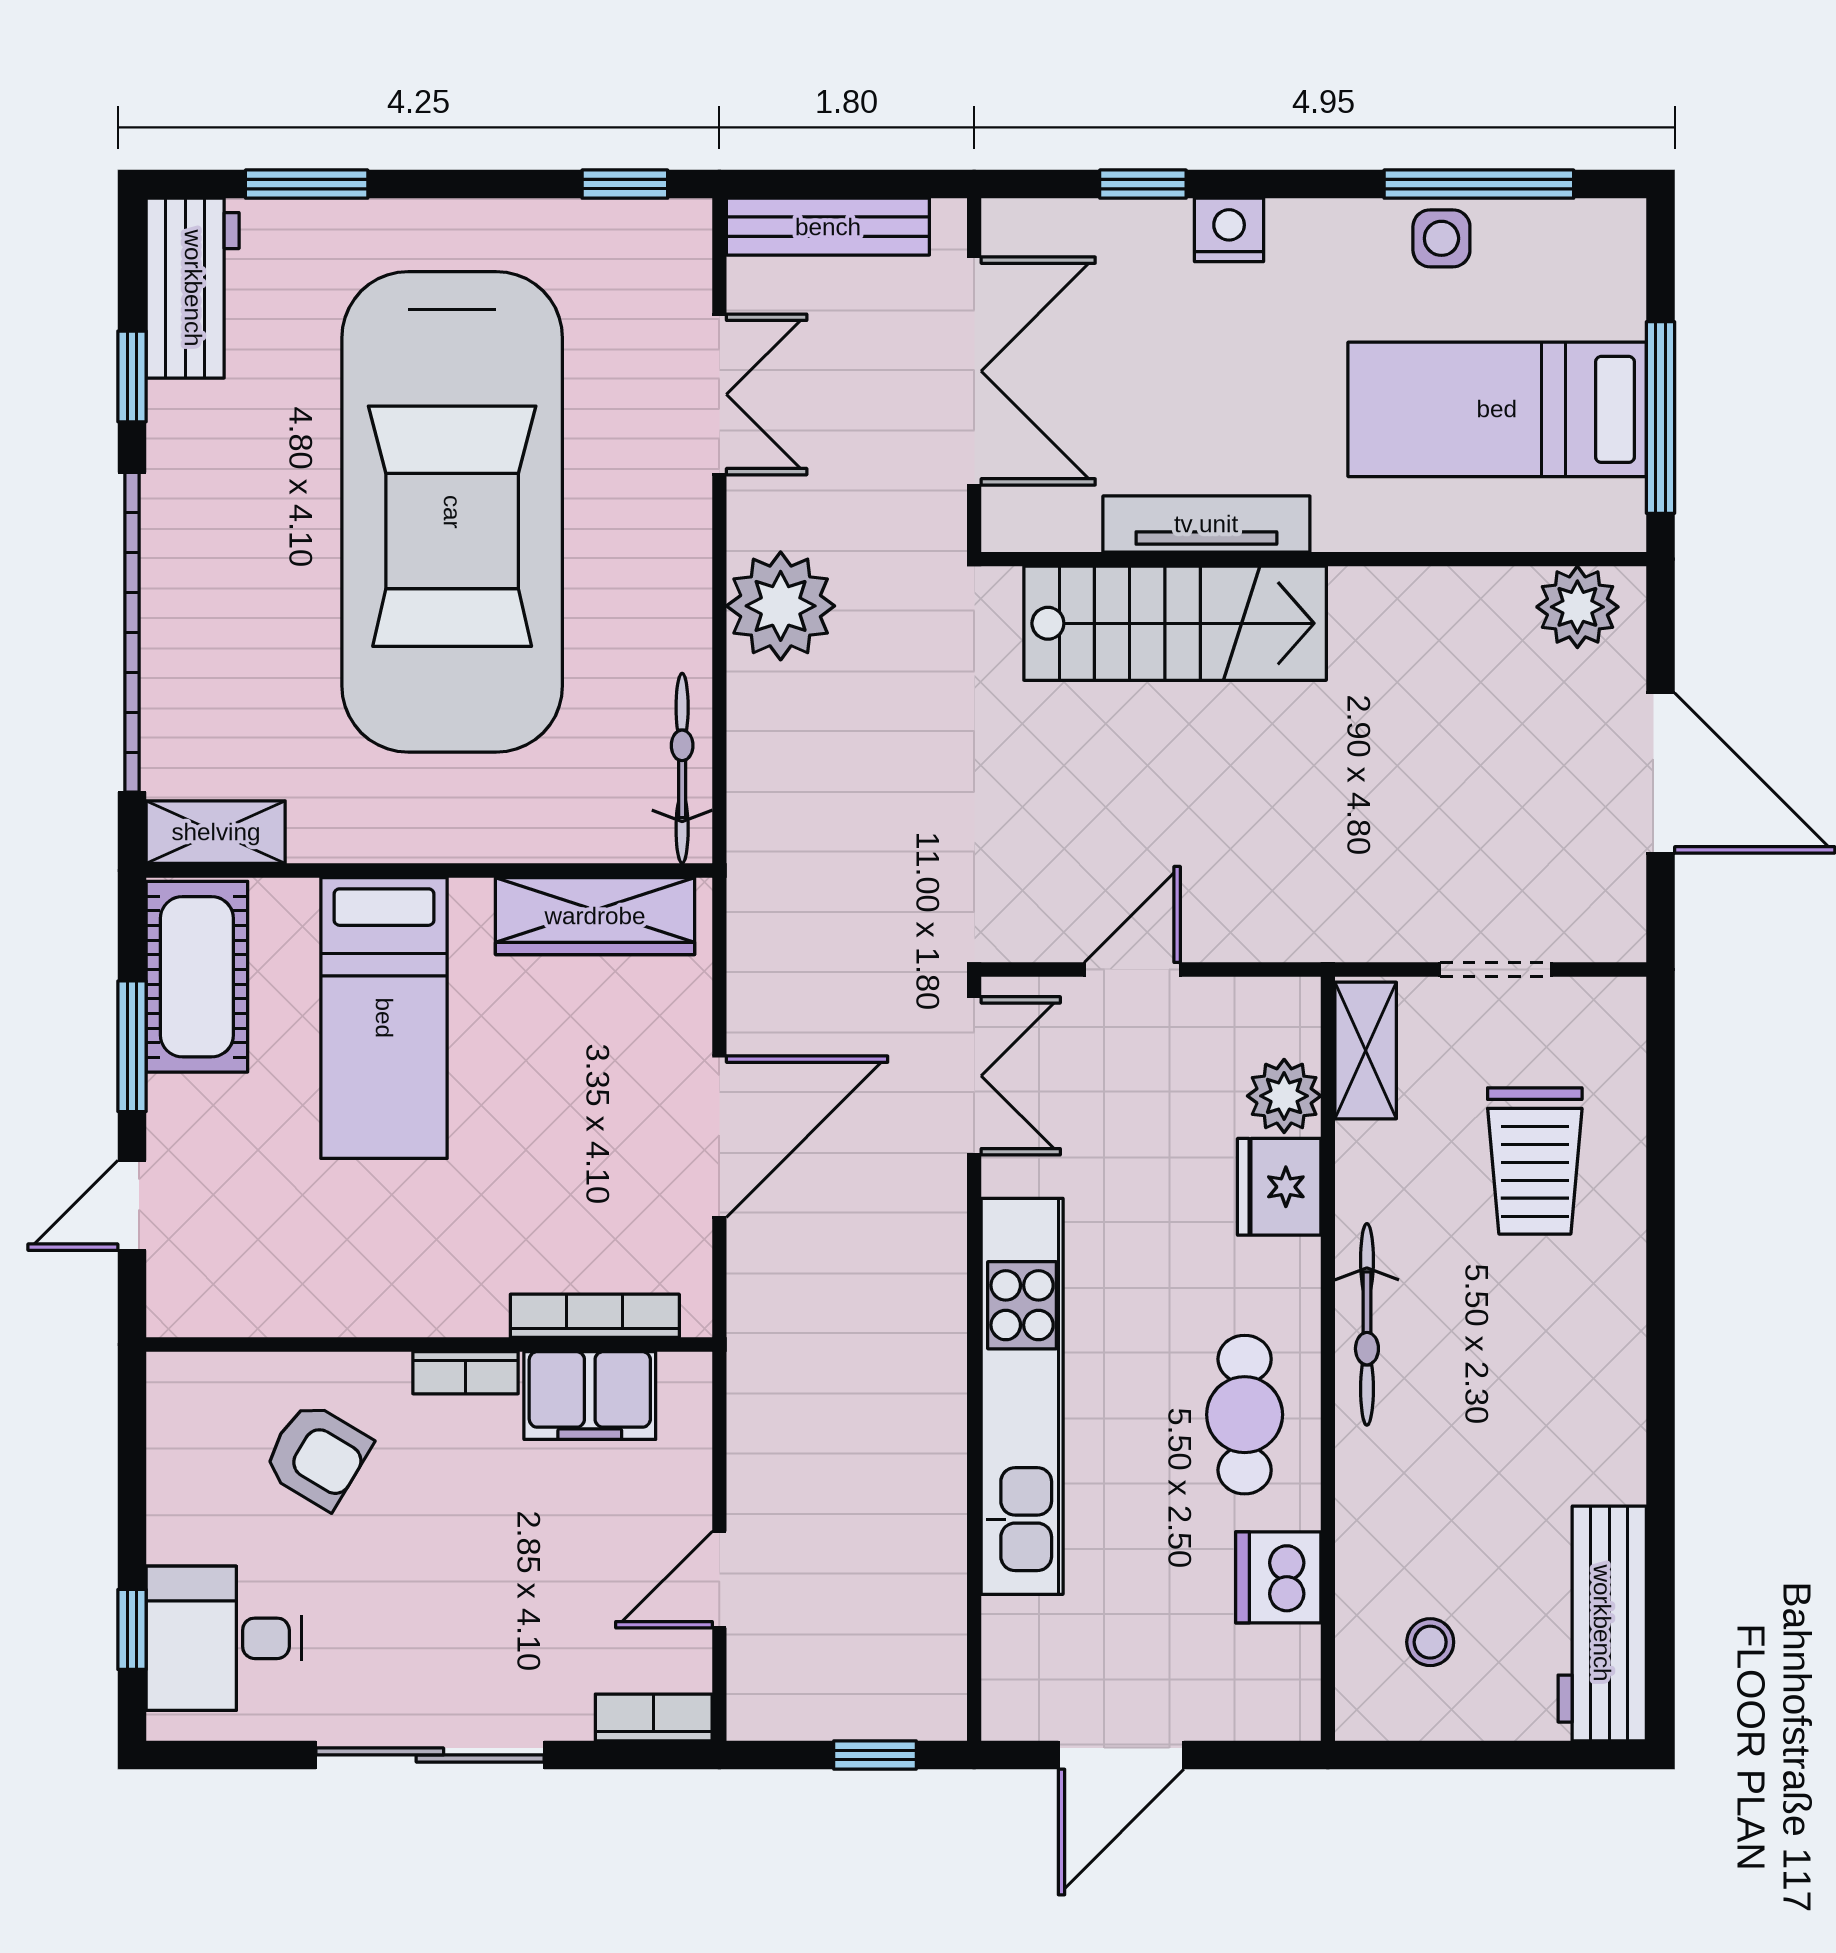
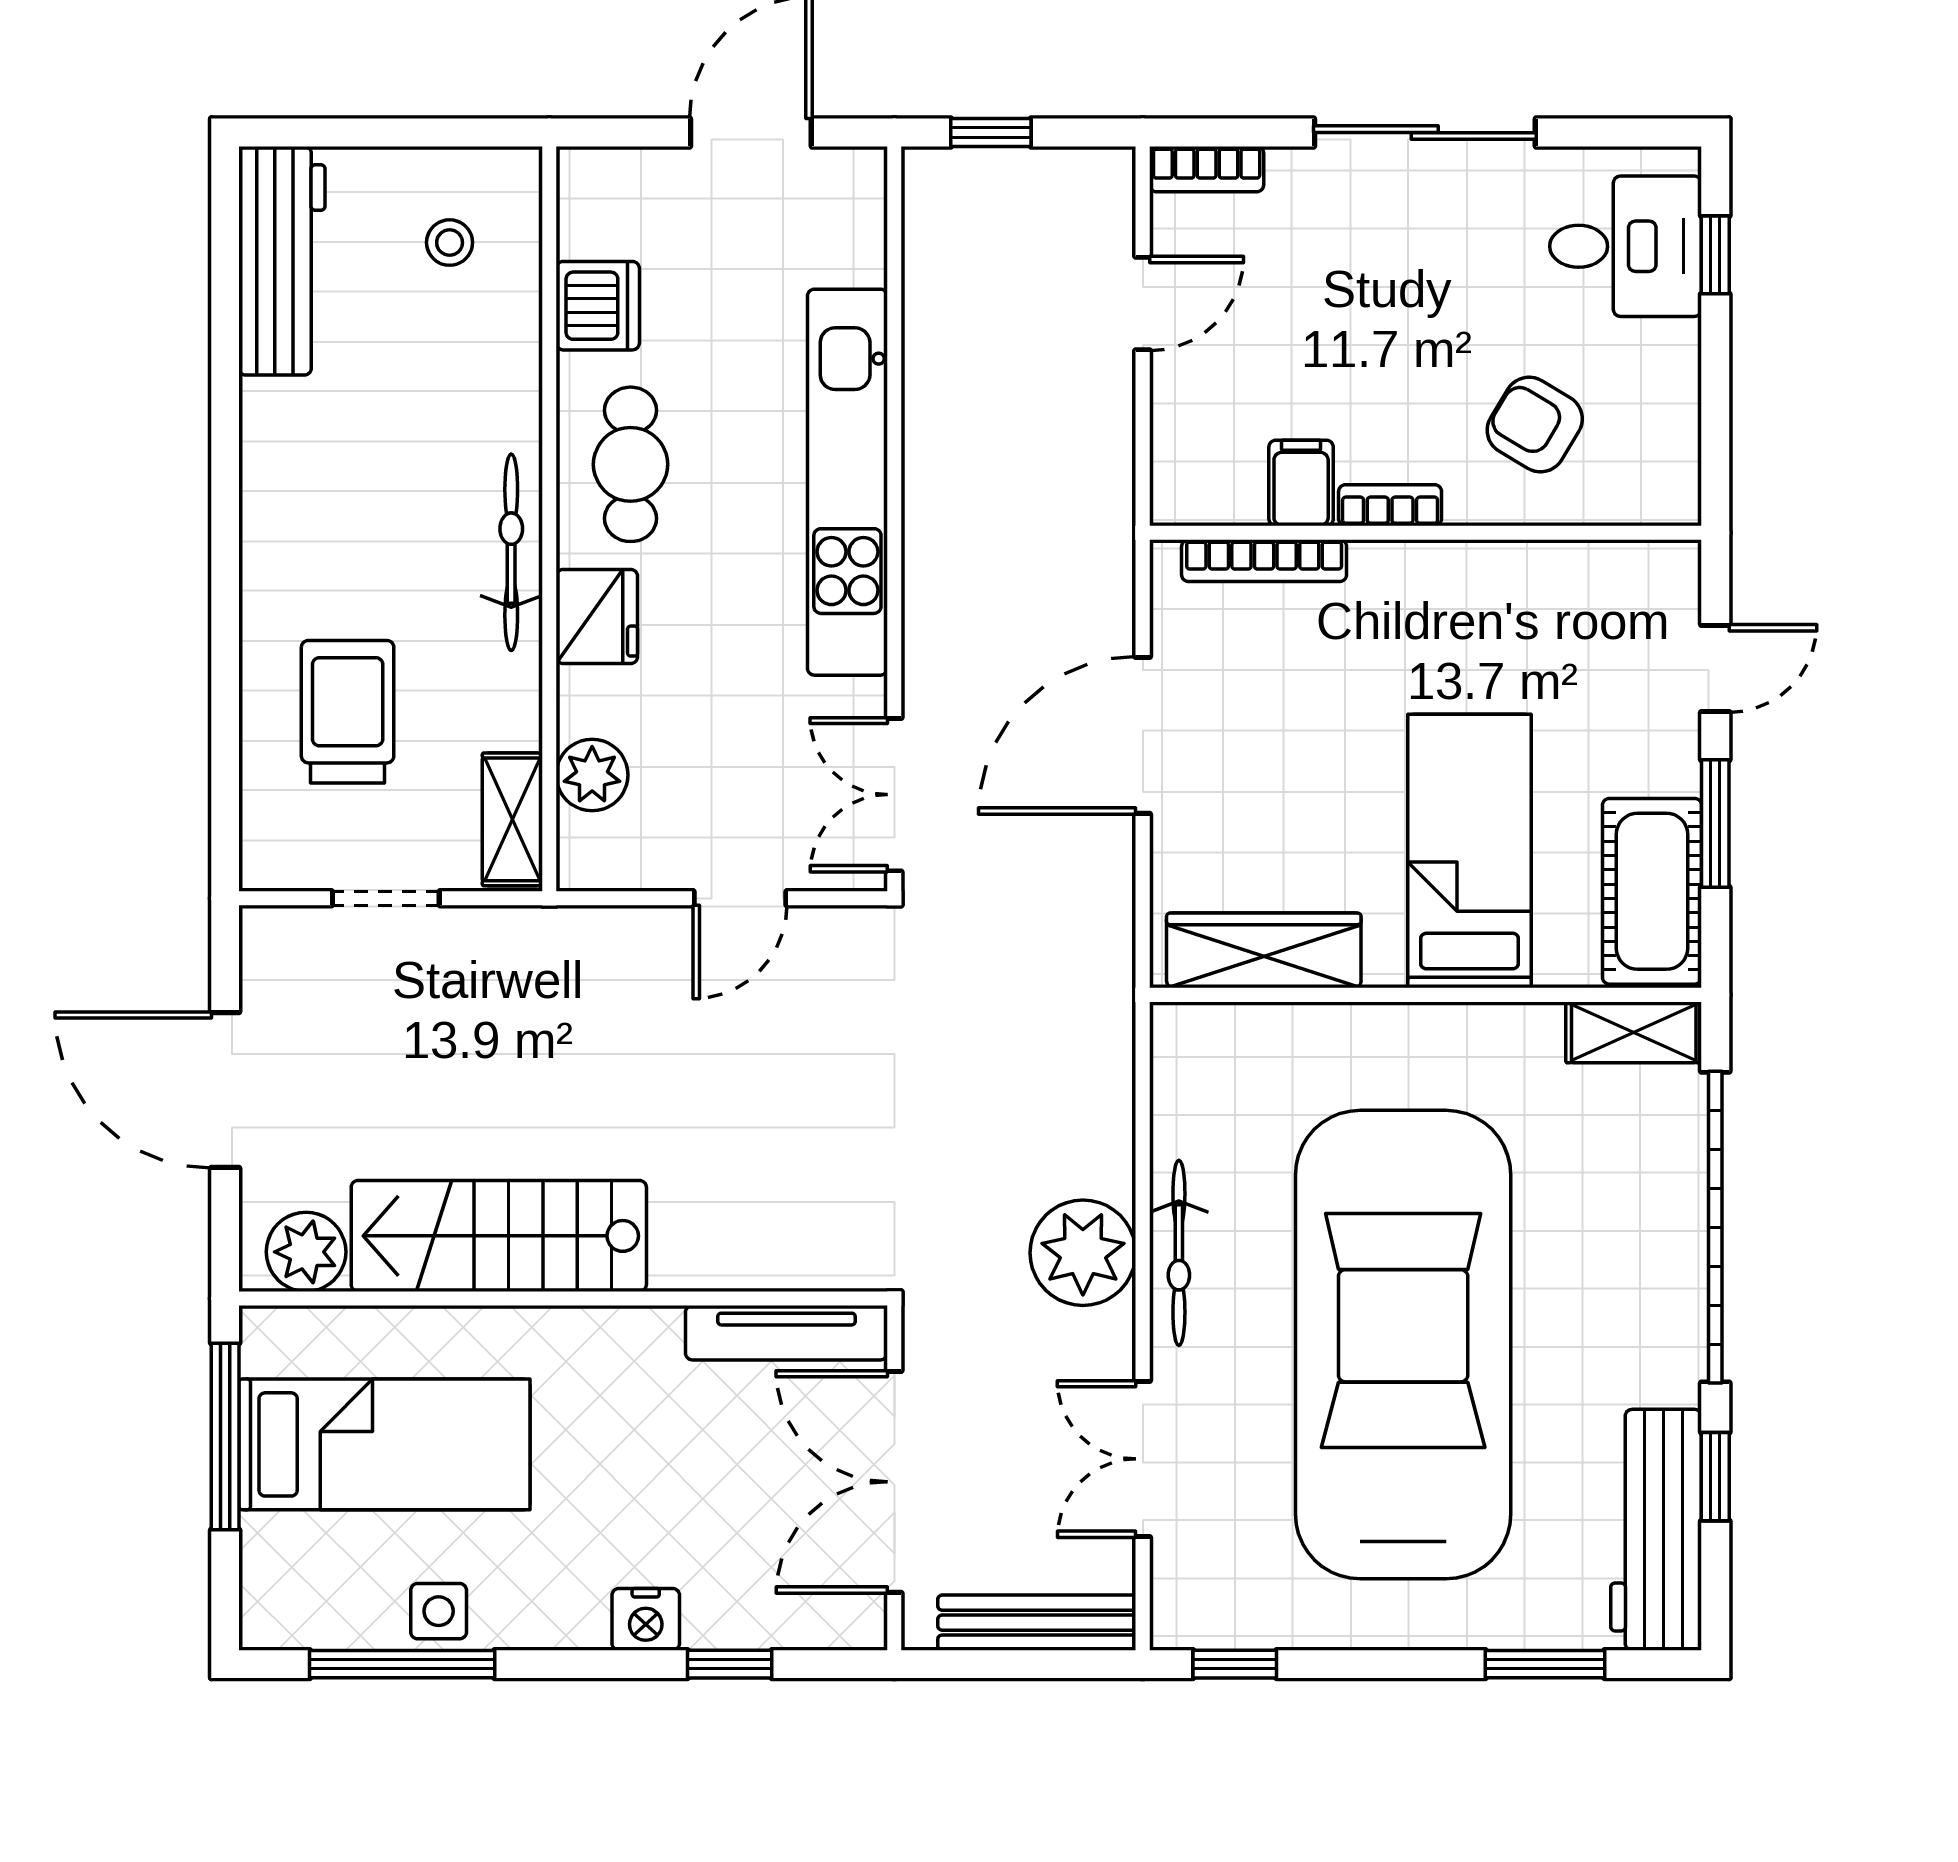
workbench: (193, 288) -> (1656, 1530), width x1.38
tv unit: (1206, 524) -> (786, 1333), moved
stairs: (1175, 623) -> (499, 1236), moved
bicycle: (682, 768) -> (1179, 1253), moved
fridge: (1279, 1187) -> (597, 617), moved
filing cabinet: (590, 1396) -> (1301, 483), width x0.50

